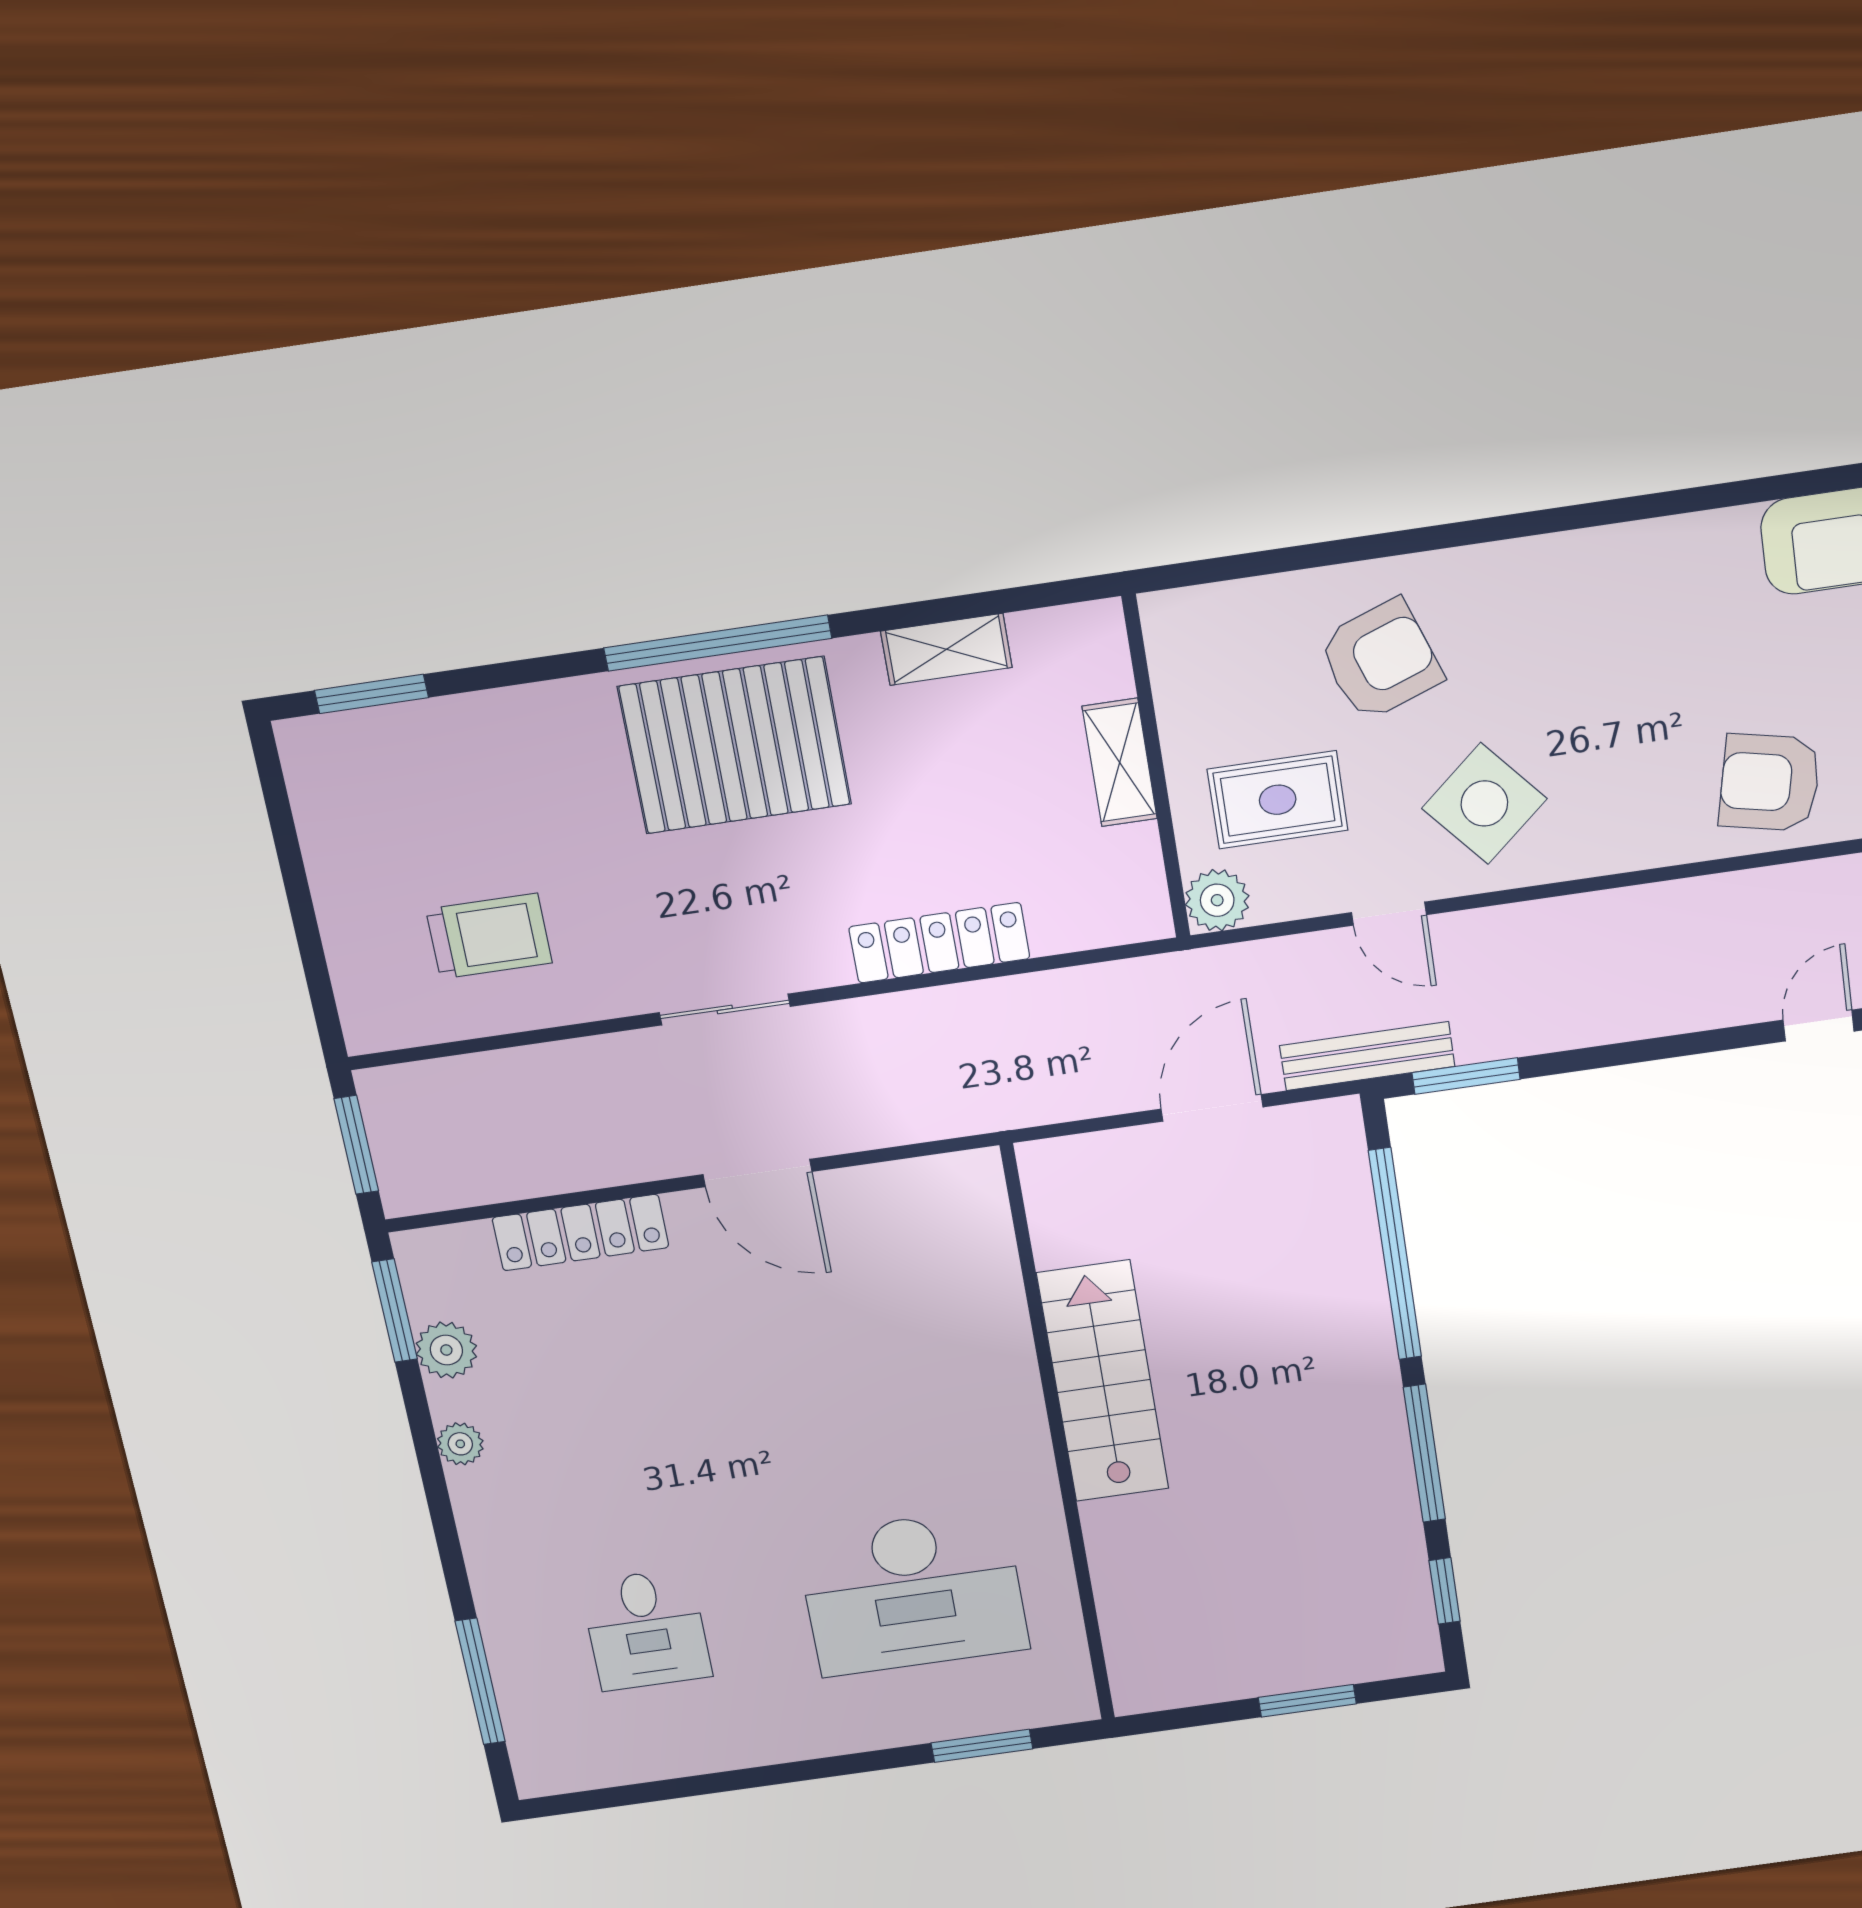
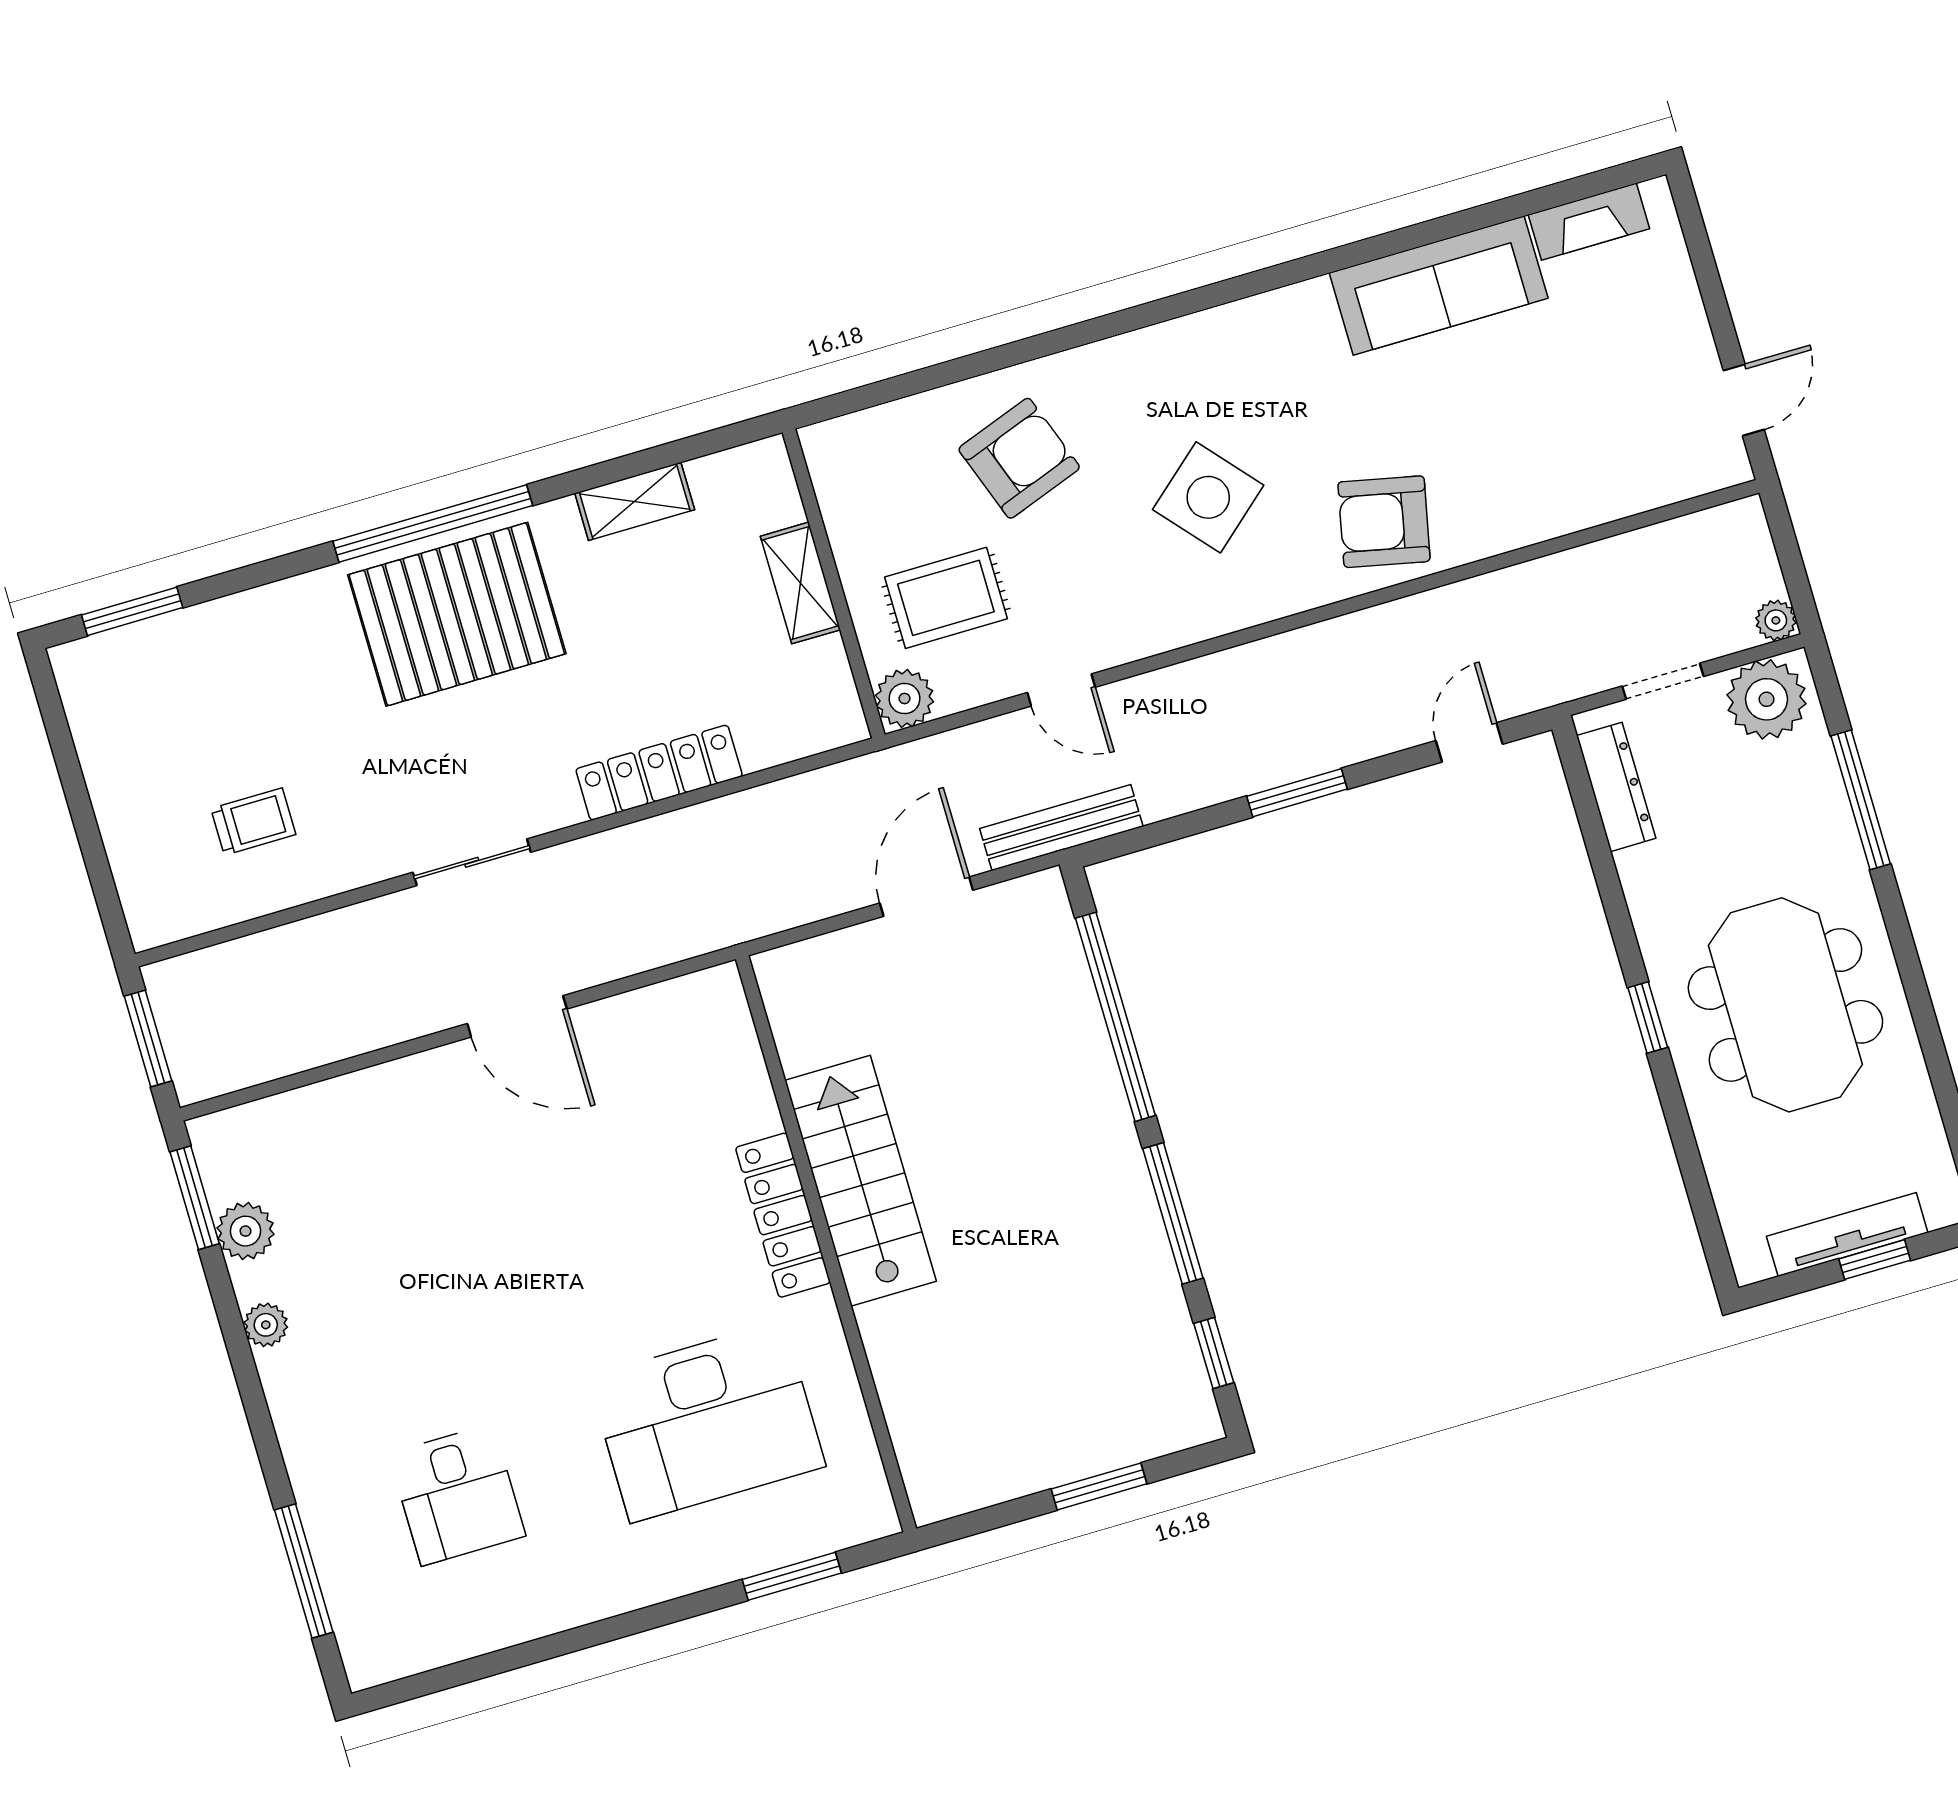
side table: (1484, 803) -> (1208, 497), moved
trolley: (489, 936) -> (253, 822), width x0.73, depth x0.72
window: (1466, 1076) -> (1297, 793), moved
locker: (581, 1233) -> (783, 1215), moved, turned 90

